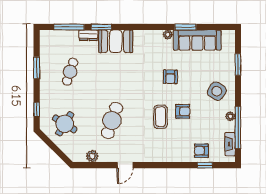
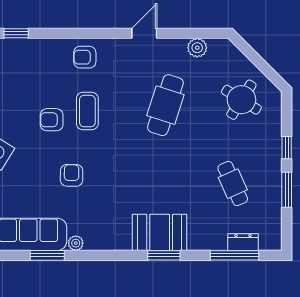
window: (101, 27) -> (164, 255), moved
dresser: (88, 35) -> (243, 242), moved
cafe table: (70, 72) -> (233, 184), turned -42
window: (37, 109) -> (287, 148), moved
armchair: (201, 151) -> (85, 57), moved, turned 180

